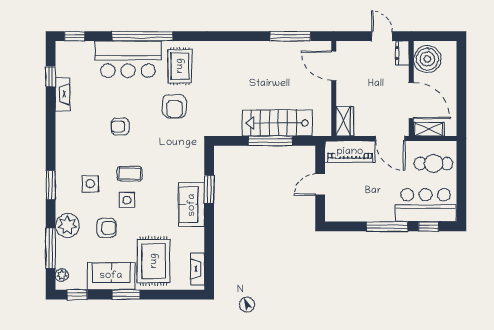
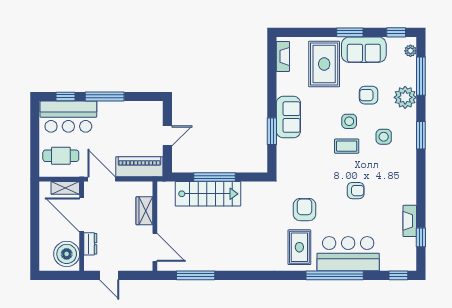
dresser: (402, 53) -> (90, 244), moved
wardrobe: (345, 121) -> (144, 211), moved

